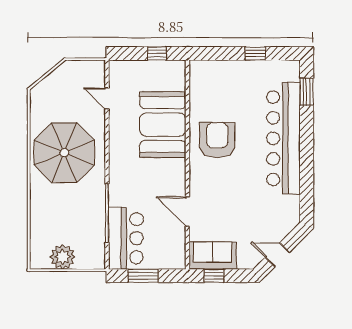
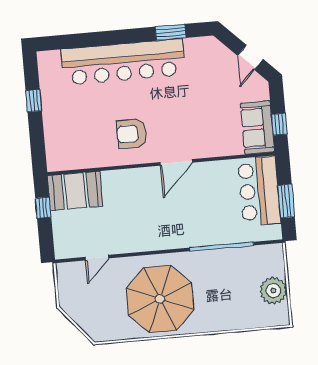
window: (307, 92) -> (171, 32), moved
booth: (163, 125) -> (75, 191), moved, width x0.73, depth x0.70
armchair: (217, 140) -> (132, 134), width x0.73, depth x0.73
door: (187, 212) -> (176, 162), moved
bar counter: (126, 238) -> (259, 191), moved, turned -90

